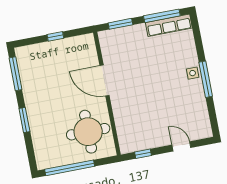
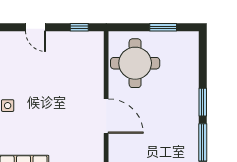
window: (24, 120) -> (203, 102), moved
window: (70, 168) -> (163, 27), width x0.47

